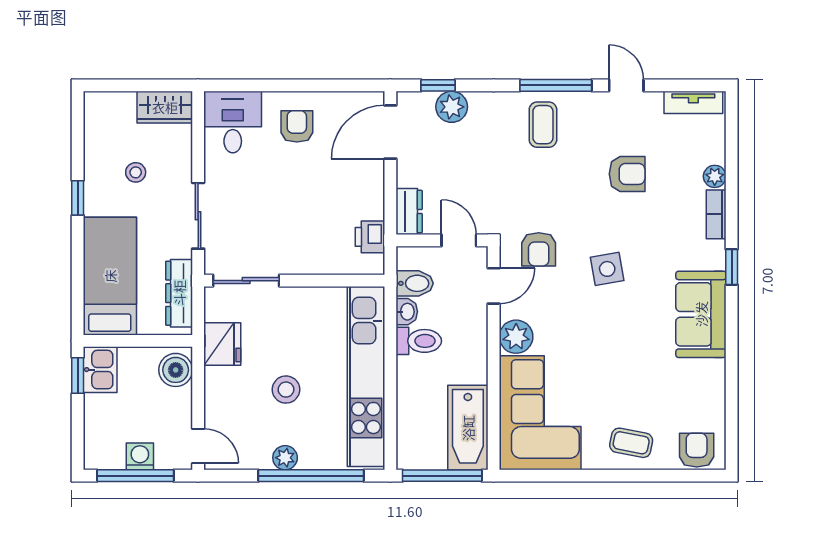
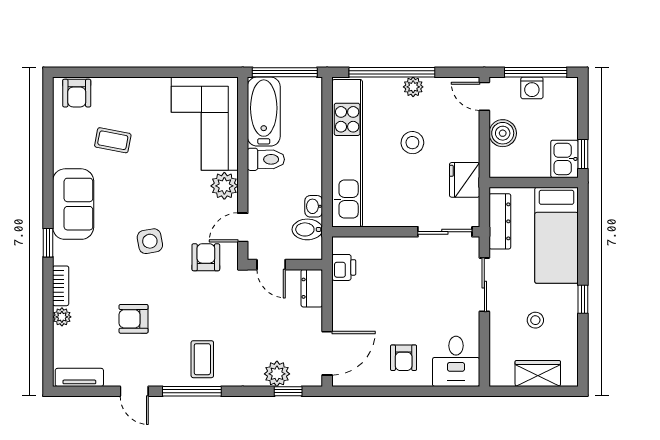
wardrobe: (165, 107) -> (538, 373), moved
toilet: (419, 341) -> (266, 159), moved, turned 180
boiler: (176, 370) -> (503, 133), moved
coffee table: (631, 443) -> (113, 140), moved

